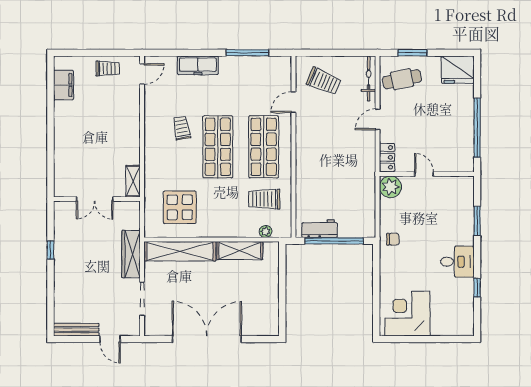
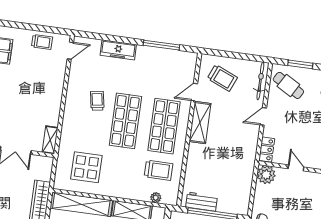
cafe table: (402, 79) -> (288, 85), turned 42
shelving: (305, 137) -> (200, 123), added
trolley: (264, 199) -> (158, 170), turned 180

